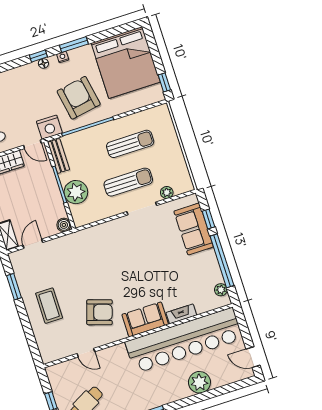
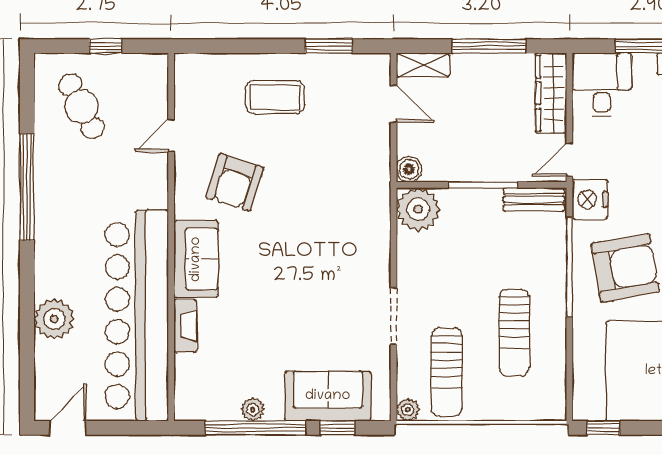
sun lounger: (128, 182) -> (447, 372), moved
plant: (76, 192) -> (418, 209), moved
plant: (167, 192) -> (408, 410), moved
plant: (221, 290) -> (253, 409), moved

